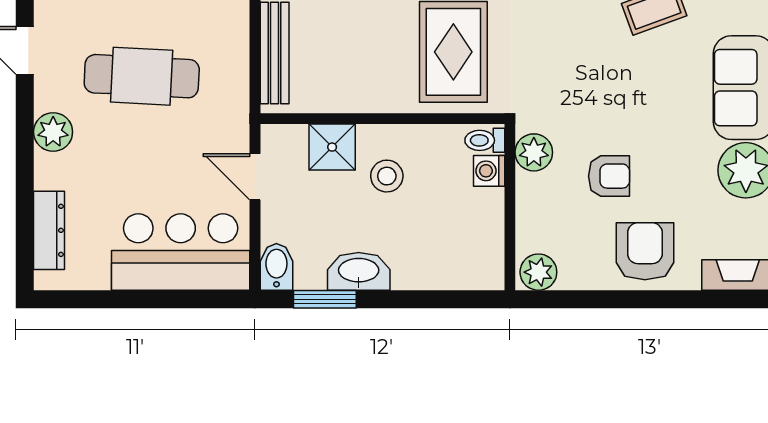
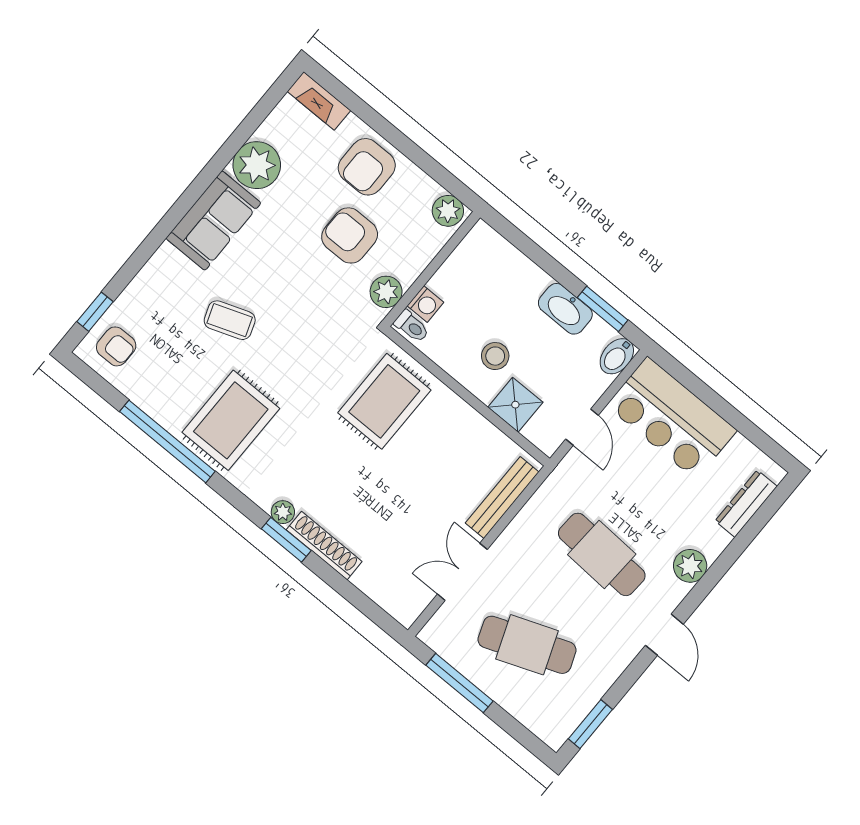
armchair: (609, 176) -> (350, 235), width x1.38, depth x1.38

